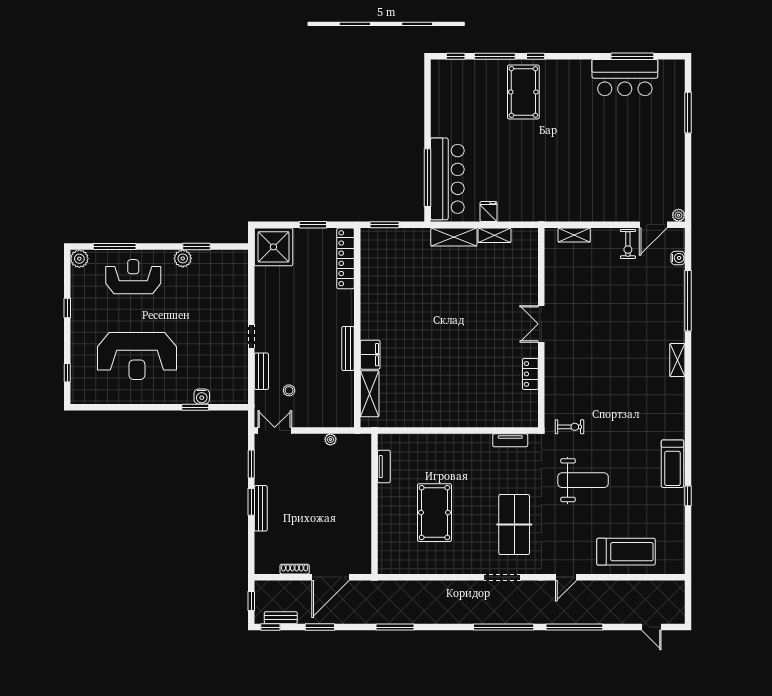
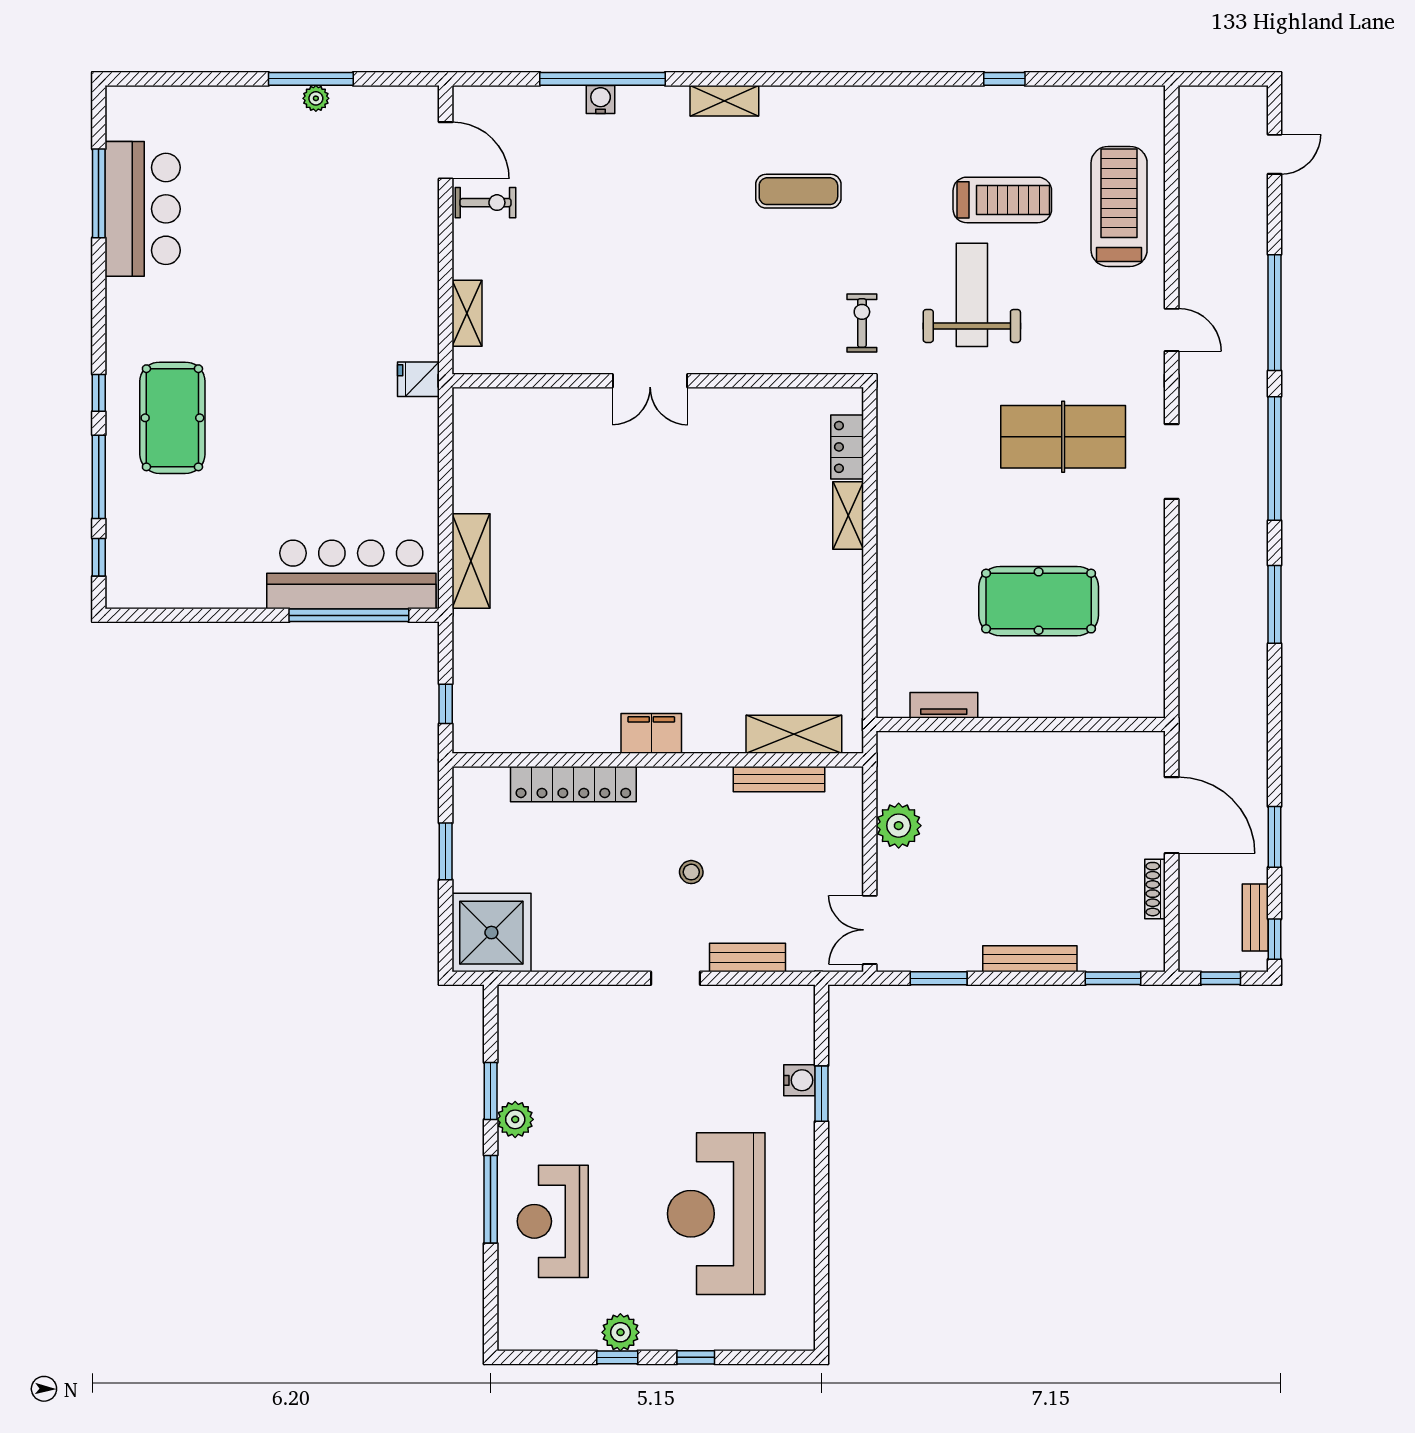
pool table: (523, 92) -> (172, 418), turned 90
window: (688, 113) -> (311, 79), moved
fridge: (489, 211) -> (418, 379), moved
plant: (679, 215) -> (316, 98), moved
window: (384, 225) -> (446, 704), width x0.67
shelving: (495, 235) -> (848, 515), moved
window: (115, 246) -> (491, 1199), moved
locker: (346, 258) -> (573, 784), moved
water cooler: (678, 258) -> (601, 99), moved
plant: (79, 259) -> (620, 1332), moved
bench: (348, 349) -> (779, 779), moved
filing cabinet: (370, 355) -> (651, 733), moved
reception desk: (137, 356) -> (716, 1214), turned 180
window: (67, 373) -> (696, 1357), moved
locker: (530, 374) -> (847, 447), moved, turned 90
stool: (289, 390) -> (691, 872), moved
exercise mat: (633, 396) -> (798, 191), added
plant: (330, 439) -> (899, 826), width x1.88, depth x1.88
tv unit: (510, 440) -> (890, 445), removed
treadmill: (672, 464) -> (1002, 200), moved
window: (251, 502) -> (1113, 978), moved
window: (395, 627) -> (1274, 604), moved

